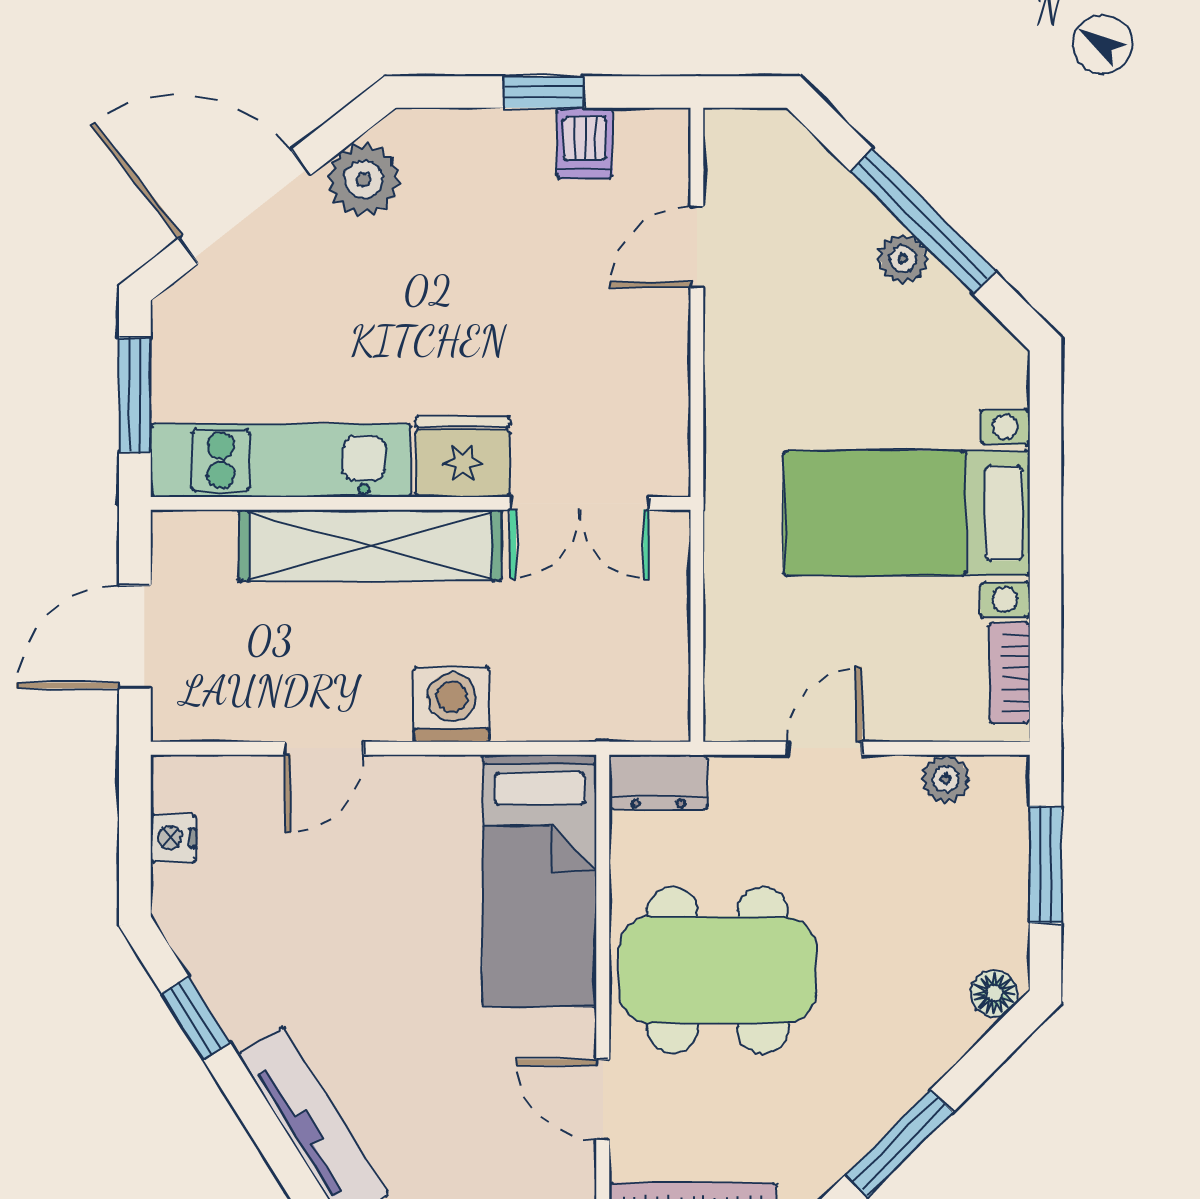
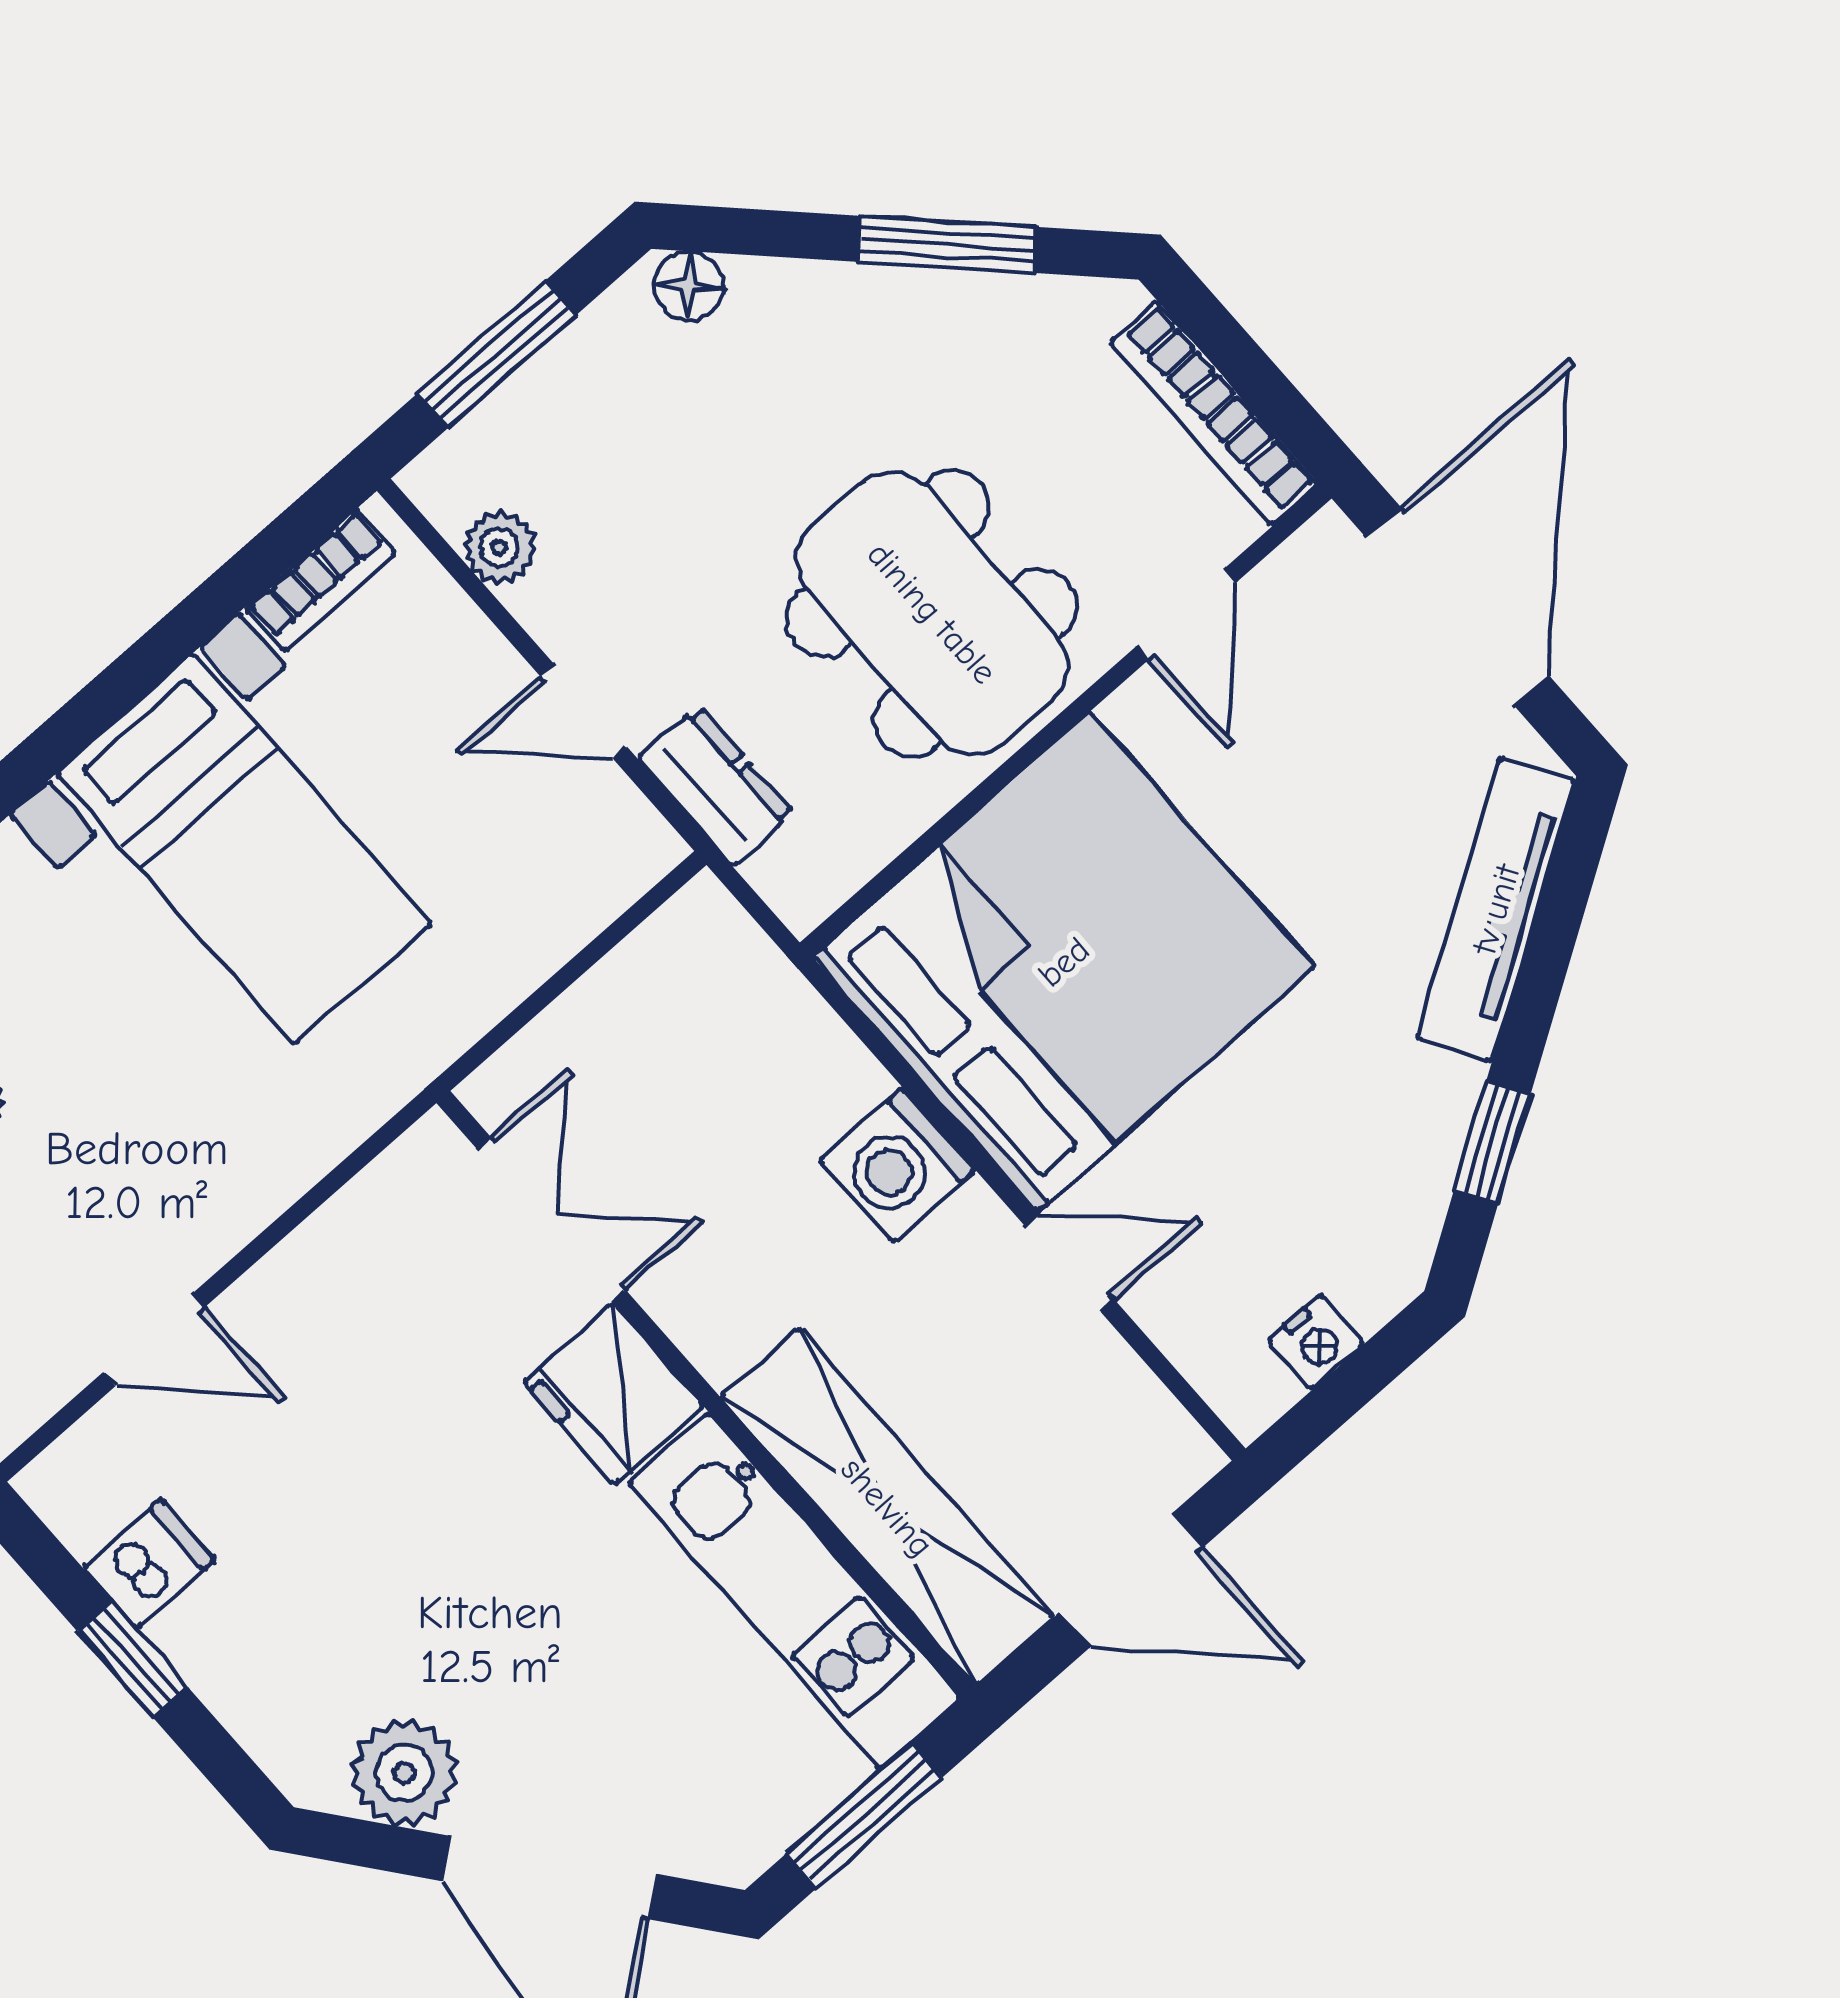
shelving: (370, 545) -> (887, 1507), moved
dresser: (658, 782) -> (716, 786), moved
bed: (540, 880) -> (1064, 962), width x2.04

